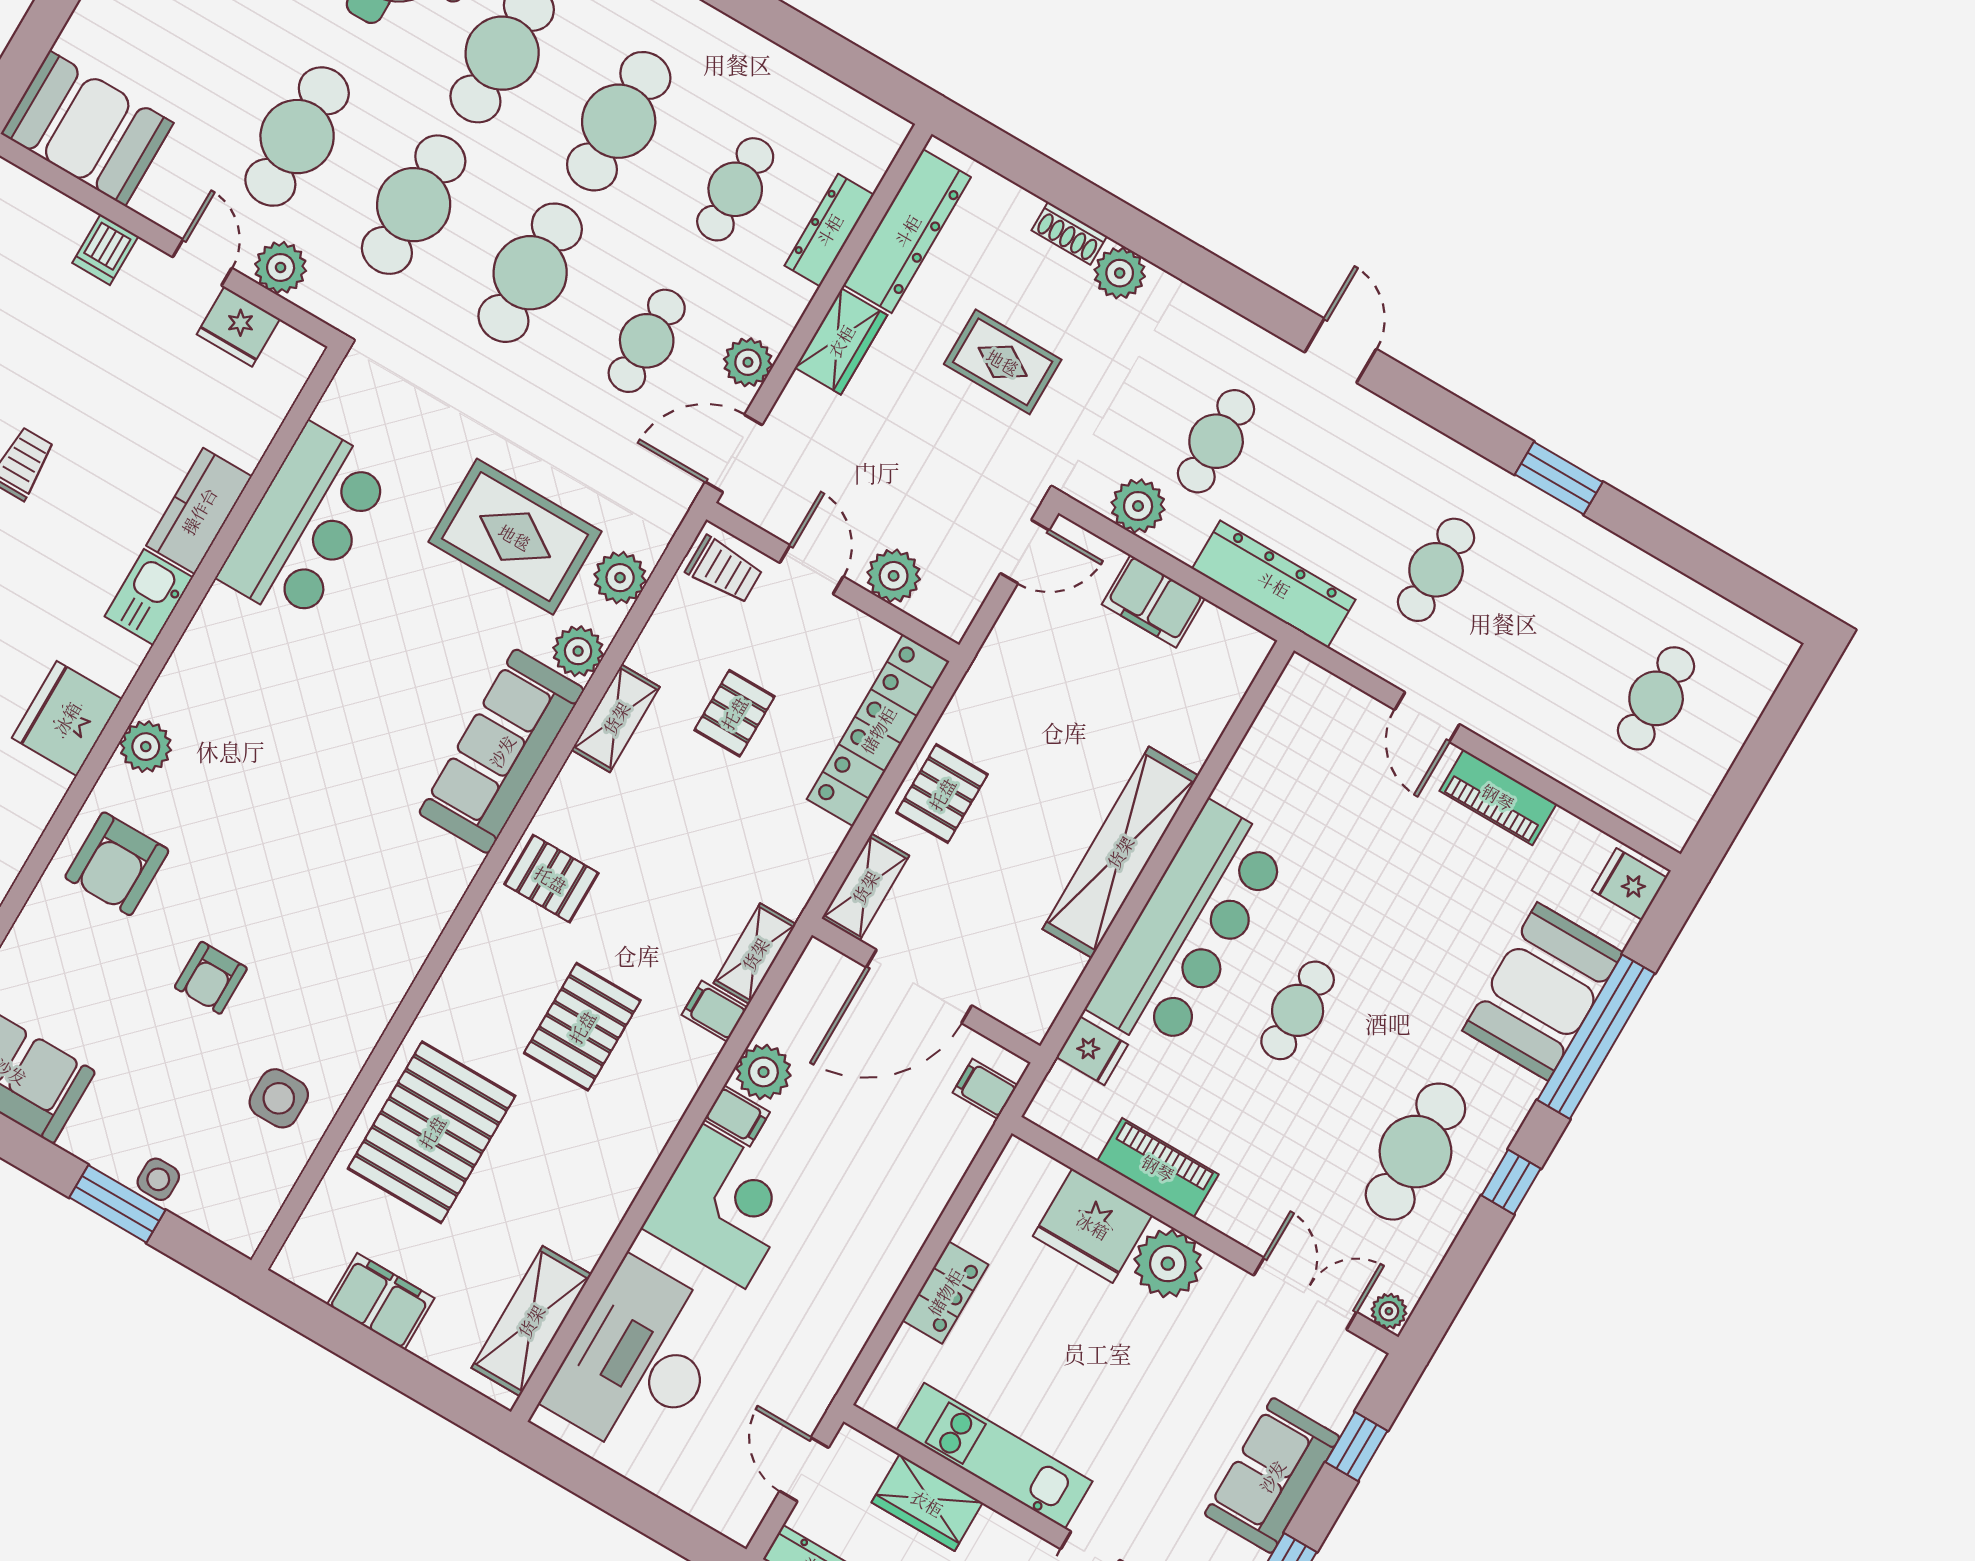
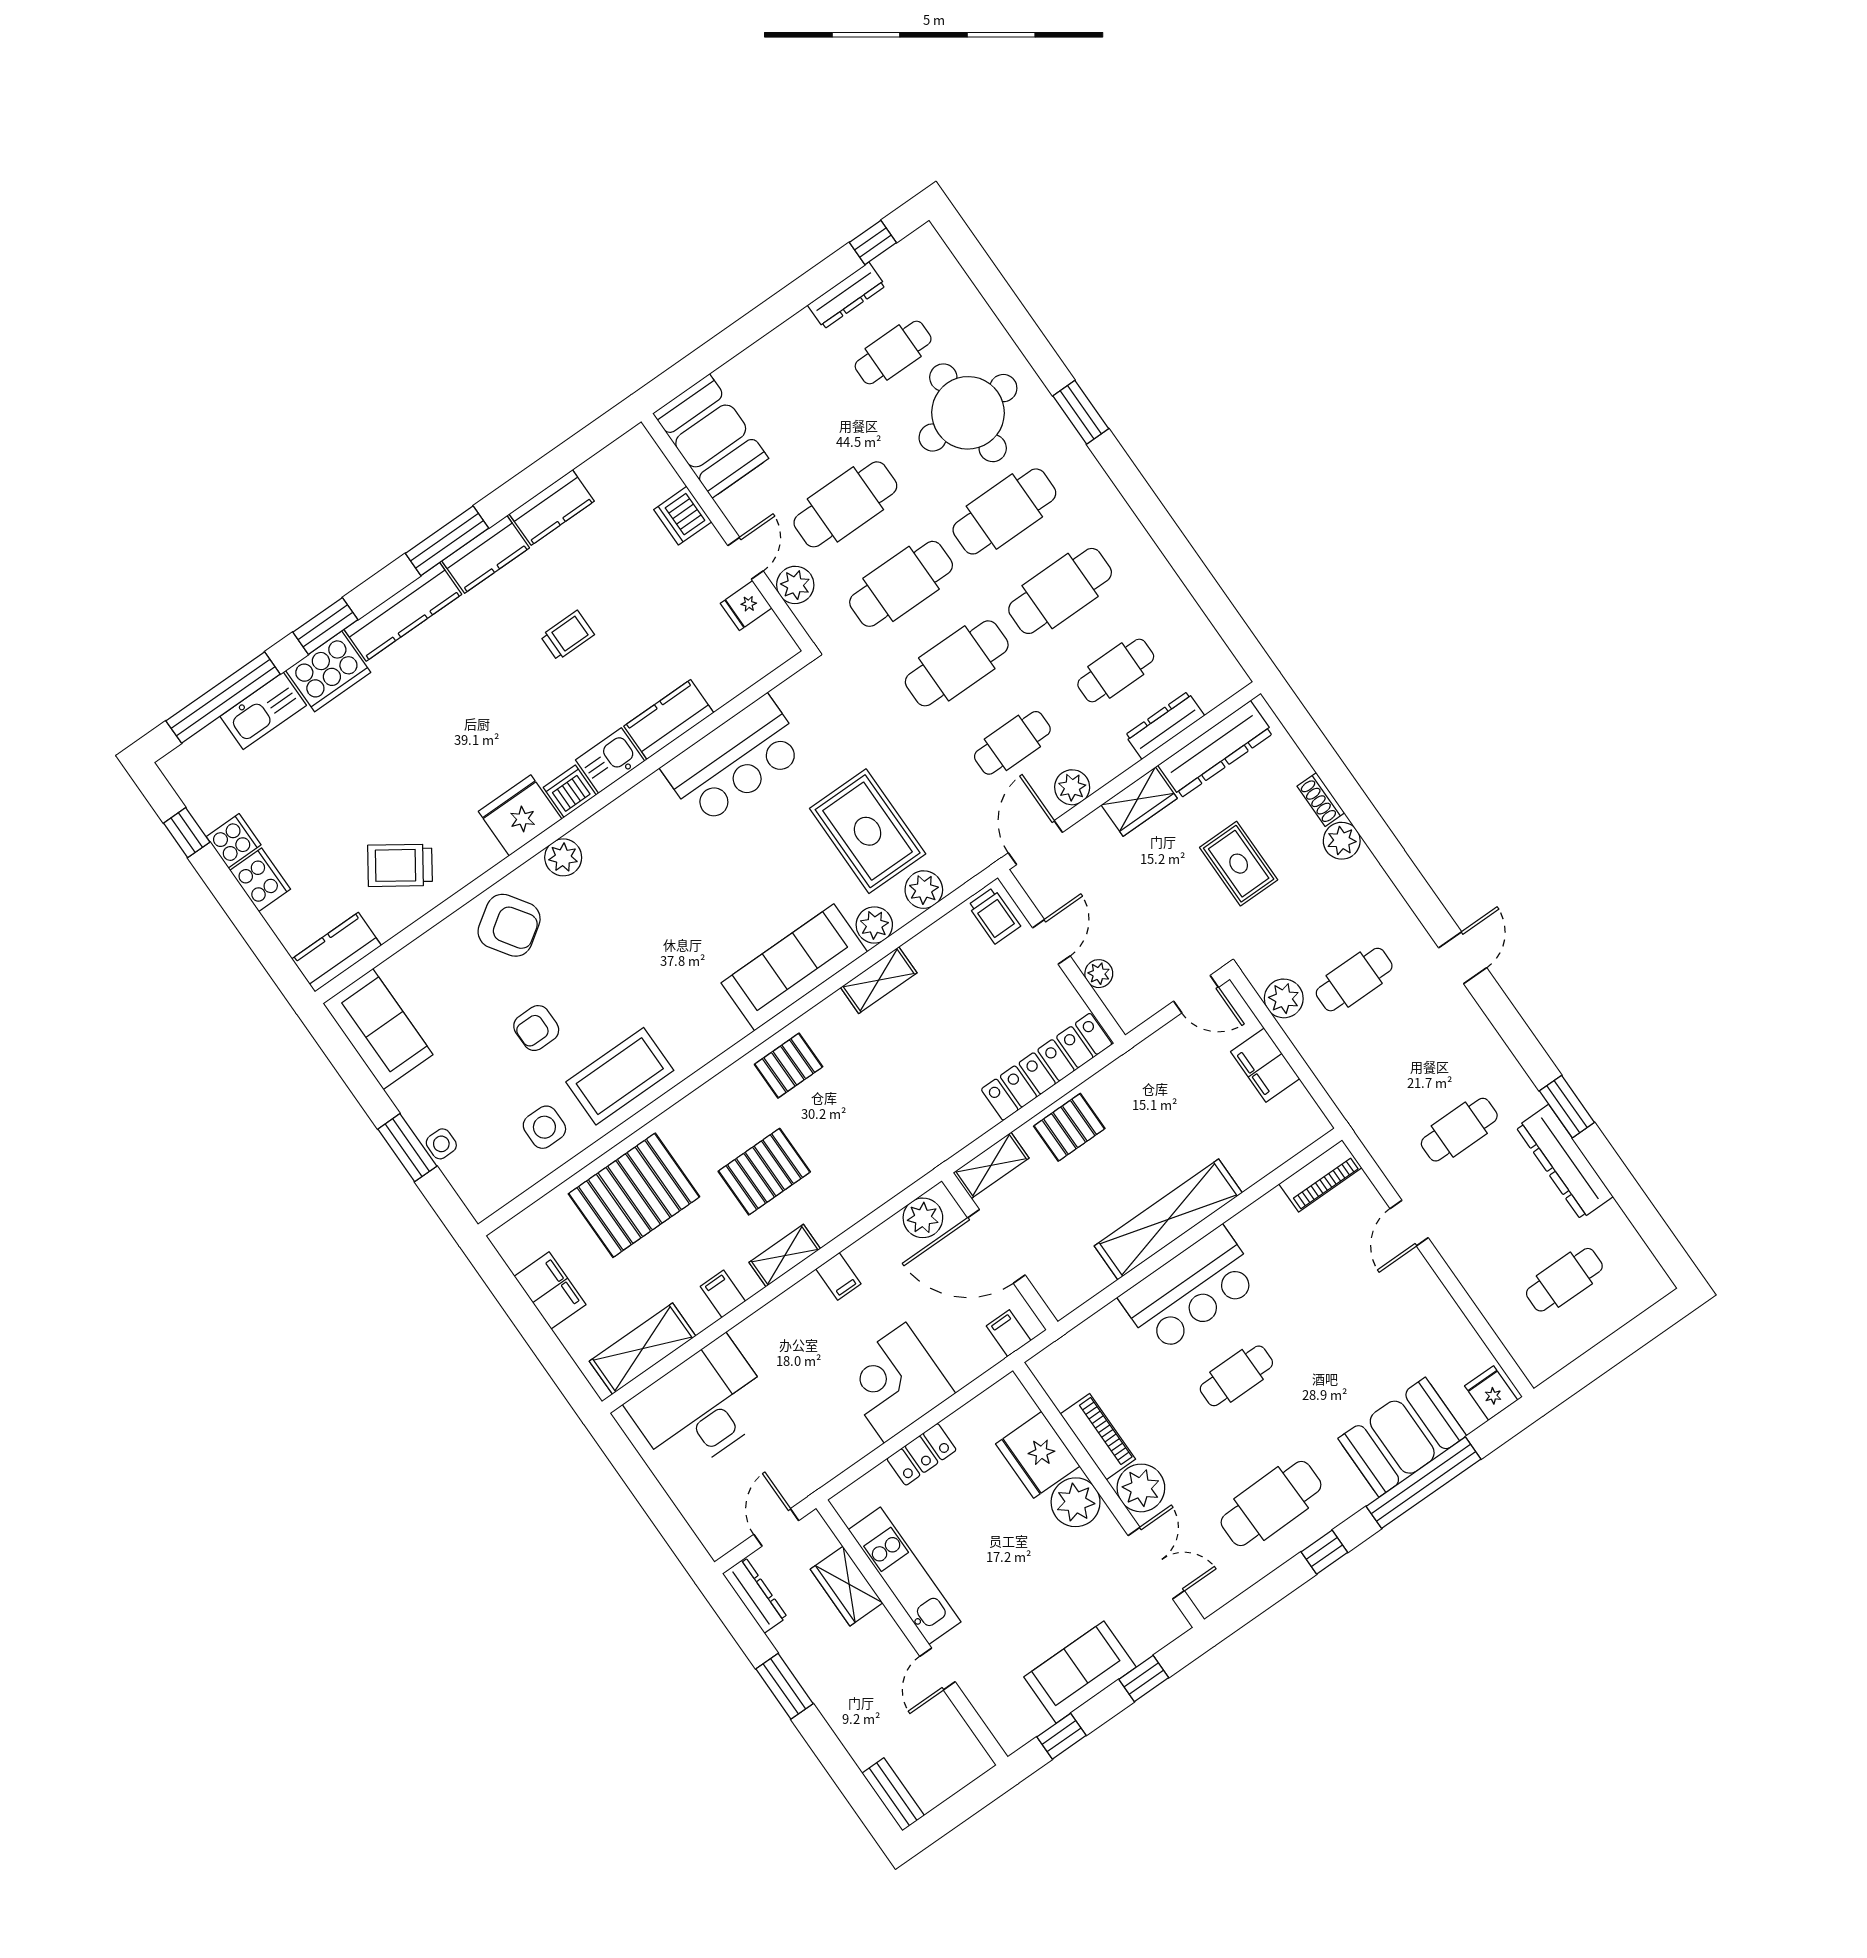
dishwasher: (105, 250) -> (683, 516), width x1.38
fridge: (238, 327) -> (746, 606), width x0.72
door: (734, 453) -> (1035, 843), hinge flipped
plant: (894, 576) -> (1099, 974), width x0.73, depth x0.73
dresser: (1274, 584) -> (1565, 1162), moved, turned 180
dishwasher: (116, 659) -> (570, 791), added
pallet: (734, 713) -> (958, 1013), removed
piano: (1498, 797) -> (1320, 1176), moved, turned -90
armchair: (117, 864) -> (509, 925), turned -124
pallet: (551, 879) -> (789, 1066), turned 90
bar counter: (1189, 928) -> (1190, 1290), width x0.73
shelving: (755, 954) -> (785, 1256), moved
coffee table: (344, 990) -> (620, 1076), added
filing cabinet: (714, 1011) -> (723, 1294), moved
fridge: (1092, 1051) -> (1090, 1341), removed
plant: (763, 1072) -> (923, 1218), moved
corner desk: (724, 1206) -> (895, 1383), moved, turned 180
plant: (1389, 1311) -> (1141, 1488), moved, width x1.87, depth x1.87

